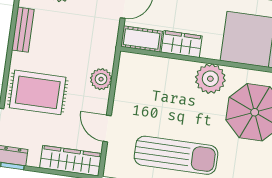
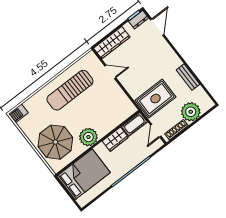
plant: (101, 79) -> (134, 90), removed
rug: (38, 92) -> (155, 99), moved

